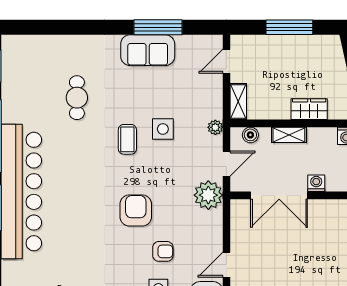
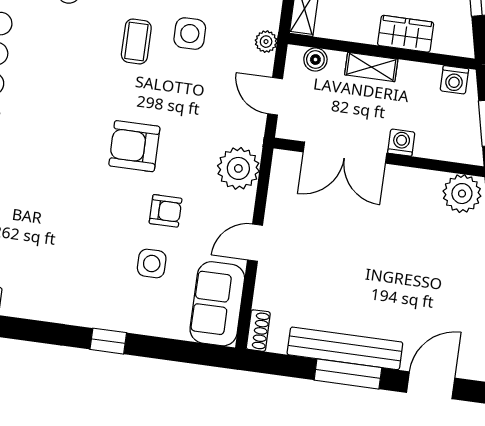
door: (226, 164) -> (275, 96), swing flipped
plant: (208, 195) -> (238, 168), moved
armchair: (136, 210) -> (134, 146), turned -90

